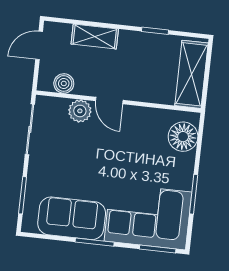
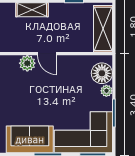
boiler: (64, 83) -> (14, 45), removed
plant: (187, 162) -> (106, 91), added

